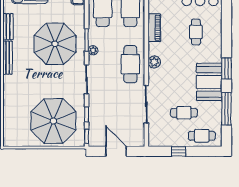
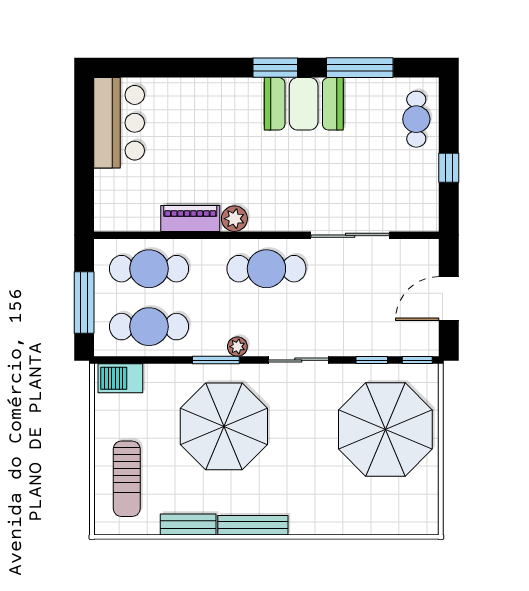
cafe table: (196, 32) -> (199, 131), removed
plant: (154, 62) -> (234, 219), moved
cafe table: (184, 113) -> (368, 156), removed

